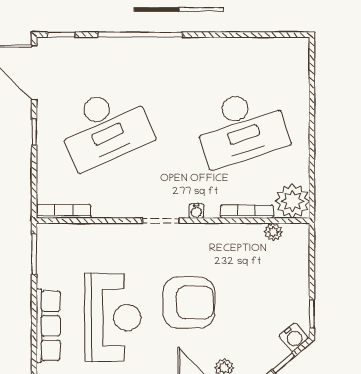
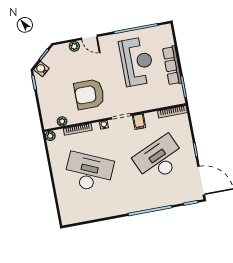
desk: (241, 128) -> (89, 172), turned 42
plant: (292, 201) -> (50, 136), width x0.53, depth x0.53
filing cabinet: (129, 205) -> (139, 122), added
armchair: (189, 302) -> (89, 94), moved
reception desk: (113, 318) -> (137, 62), turned 180
row of seats: (48, 326) -> (172, 66), moved

